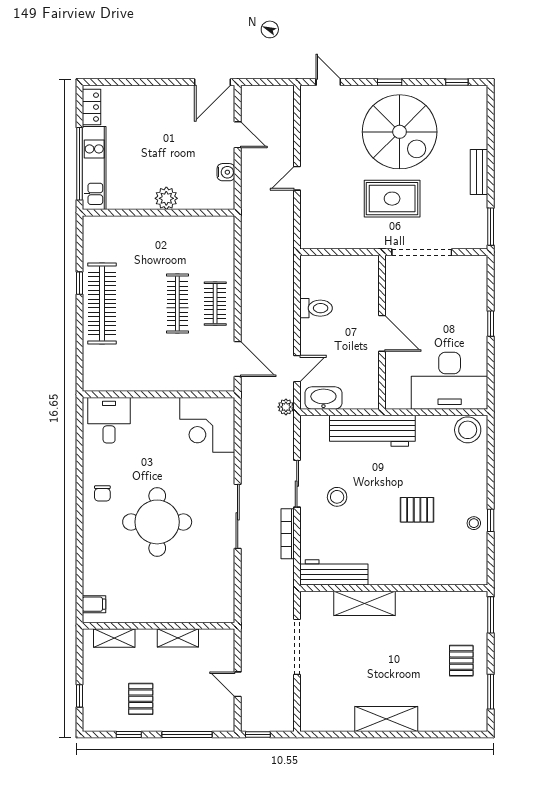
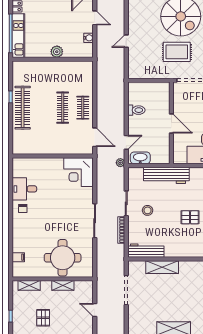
desk: (109, 420) -> (24, 189), moved, turned -90
round table: (157, 522) -> (63, 258), moved
filing cabinet: (94, 604) -> (18, 257), moved

